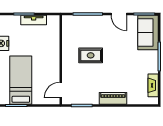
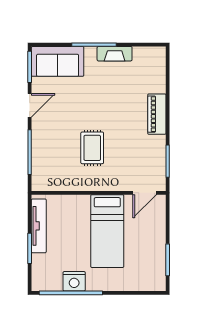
tv unit: (34, 20) -> (39, 226), width x1.41
bed: (21, 80) -> (107, 231), moved, turned -90
fireplace: (153, 85) -> (115, 54), moved
door: (61, 90) -> (145, 193), hinge flipped

